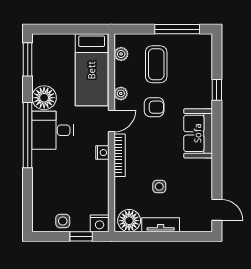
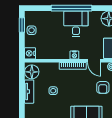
desk: (53, 130) -> (76, 24), moved
window: (28, 135) -> (72, 8), moved
window: (81, 236) -> (22, 25), moved

